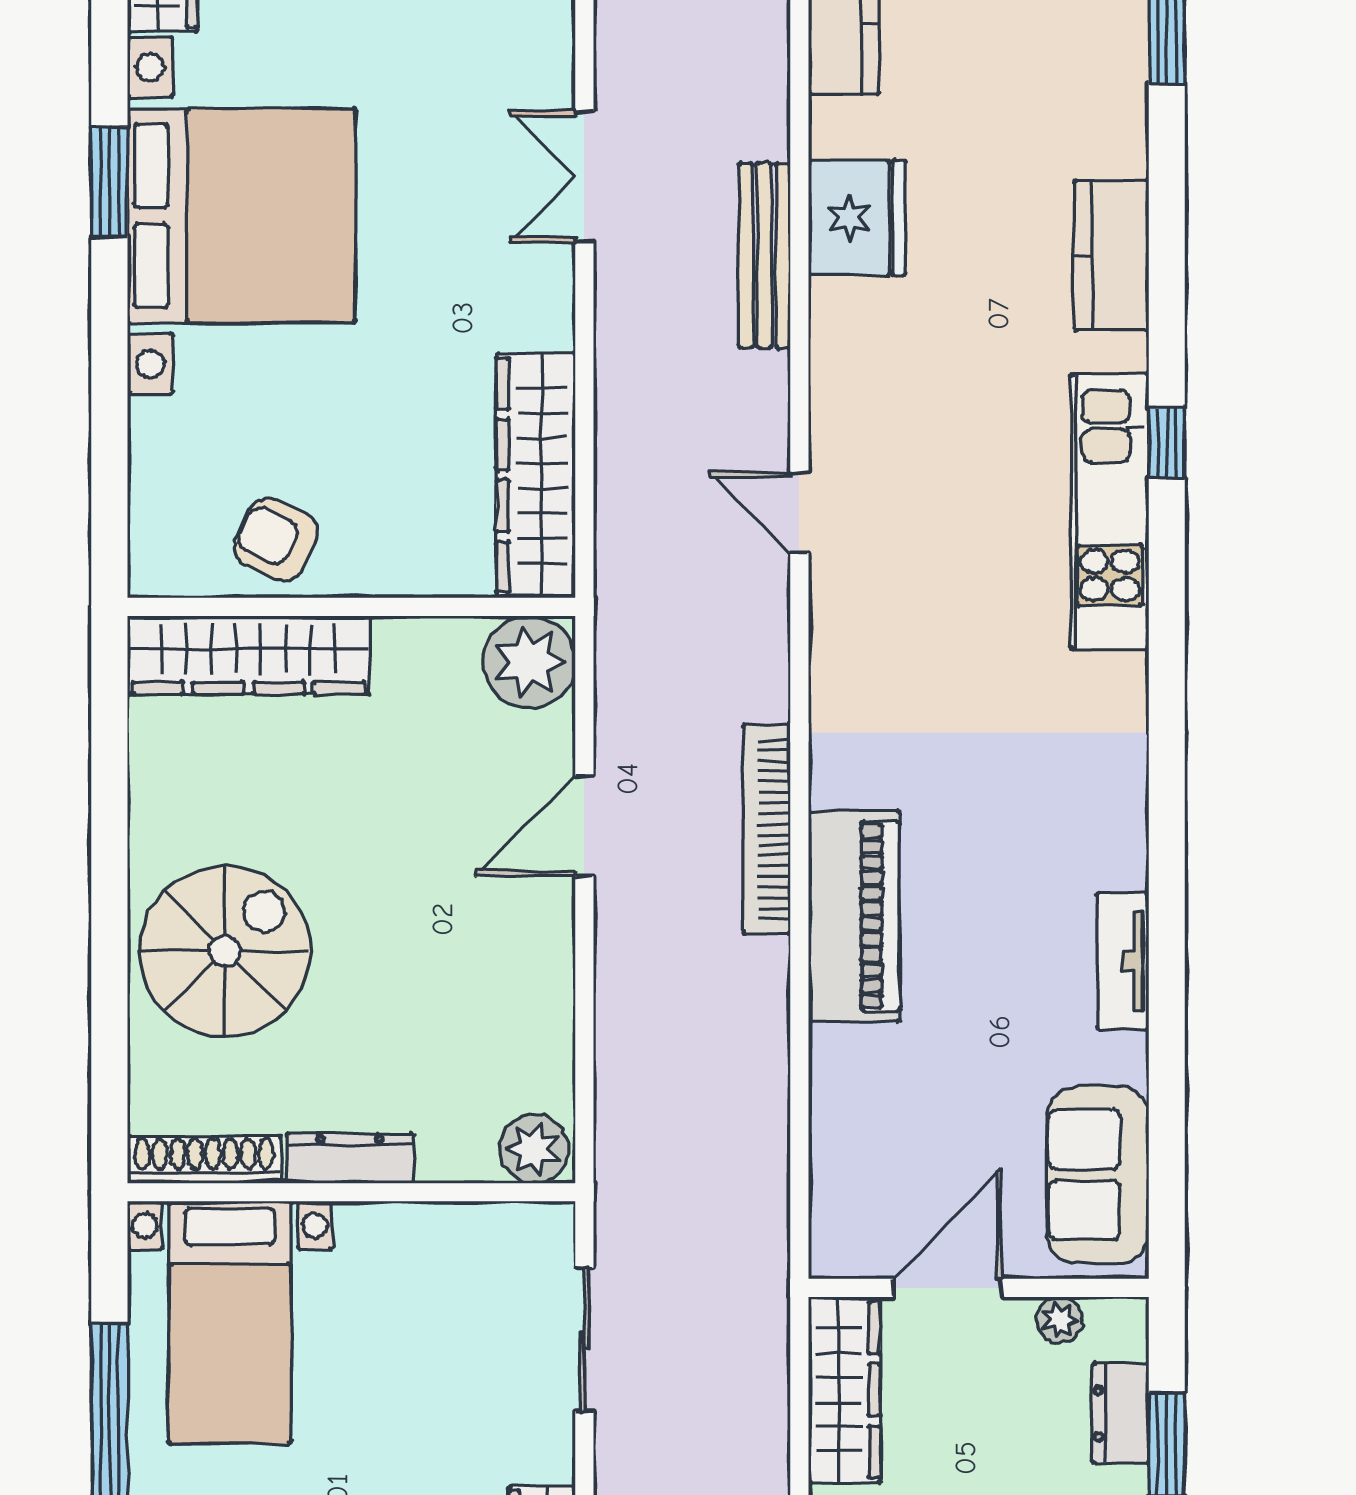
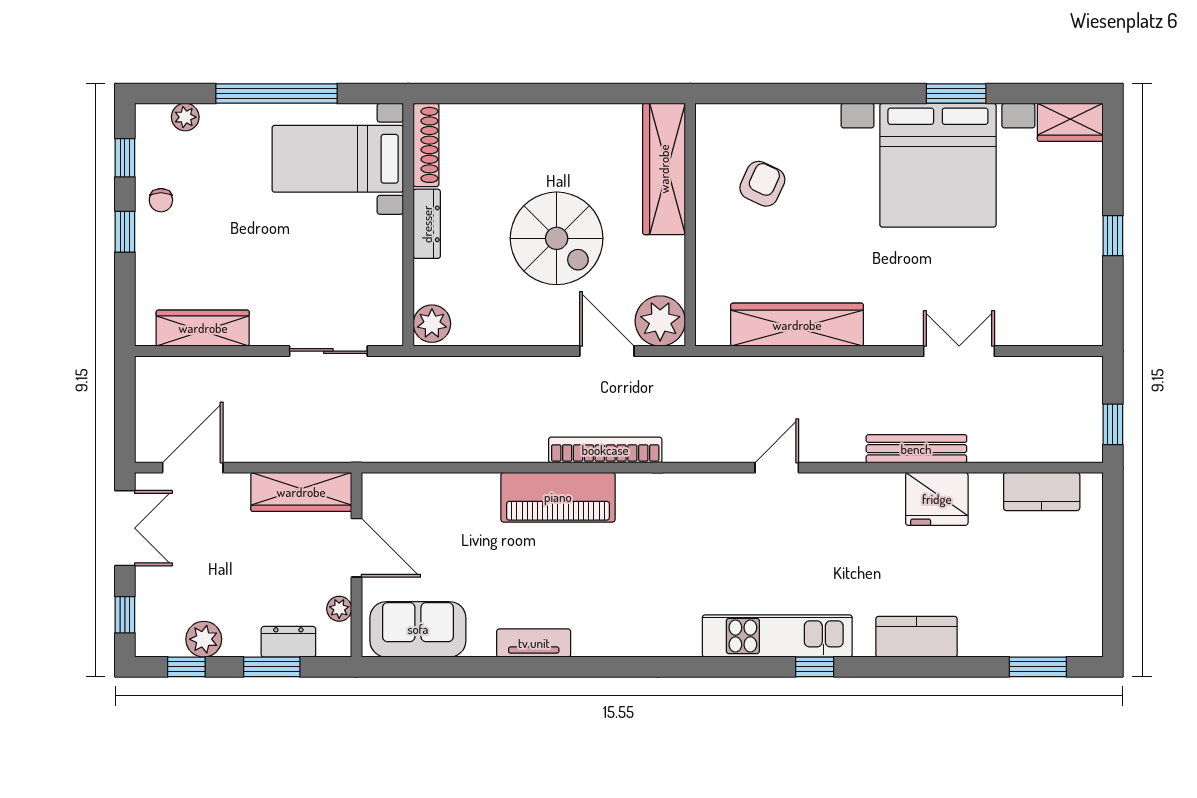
wall: (351, 607) -> (690, 225), moved
wardrobe: (249, 655) -> (664, 169), moved
plant: (529, 662) -> (660, 321), moved
spiral stairs: (225, 951) -> (557, 238), moved

